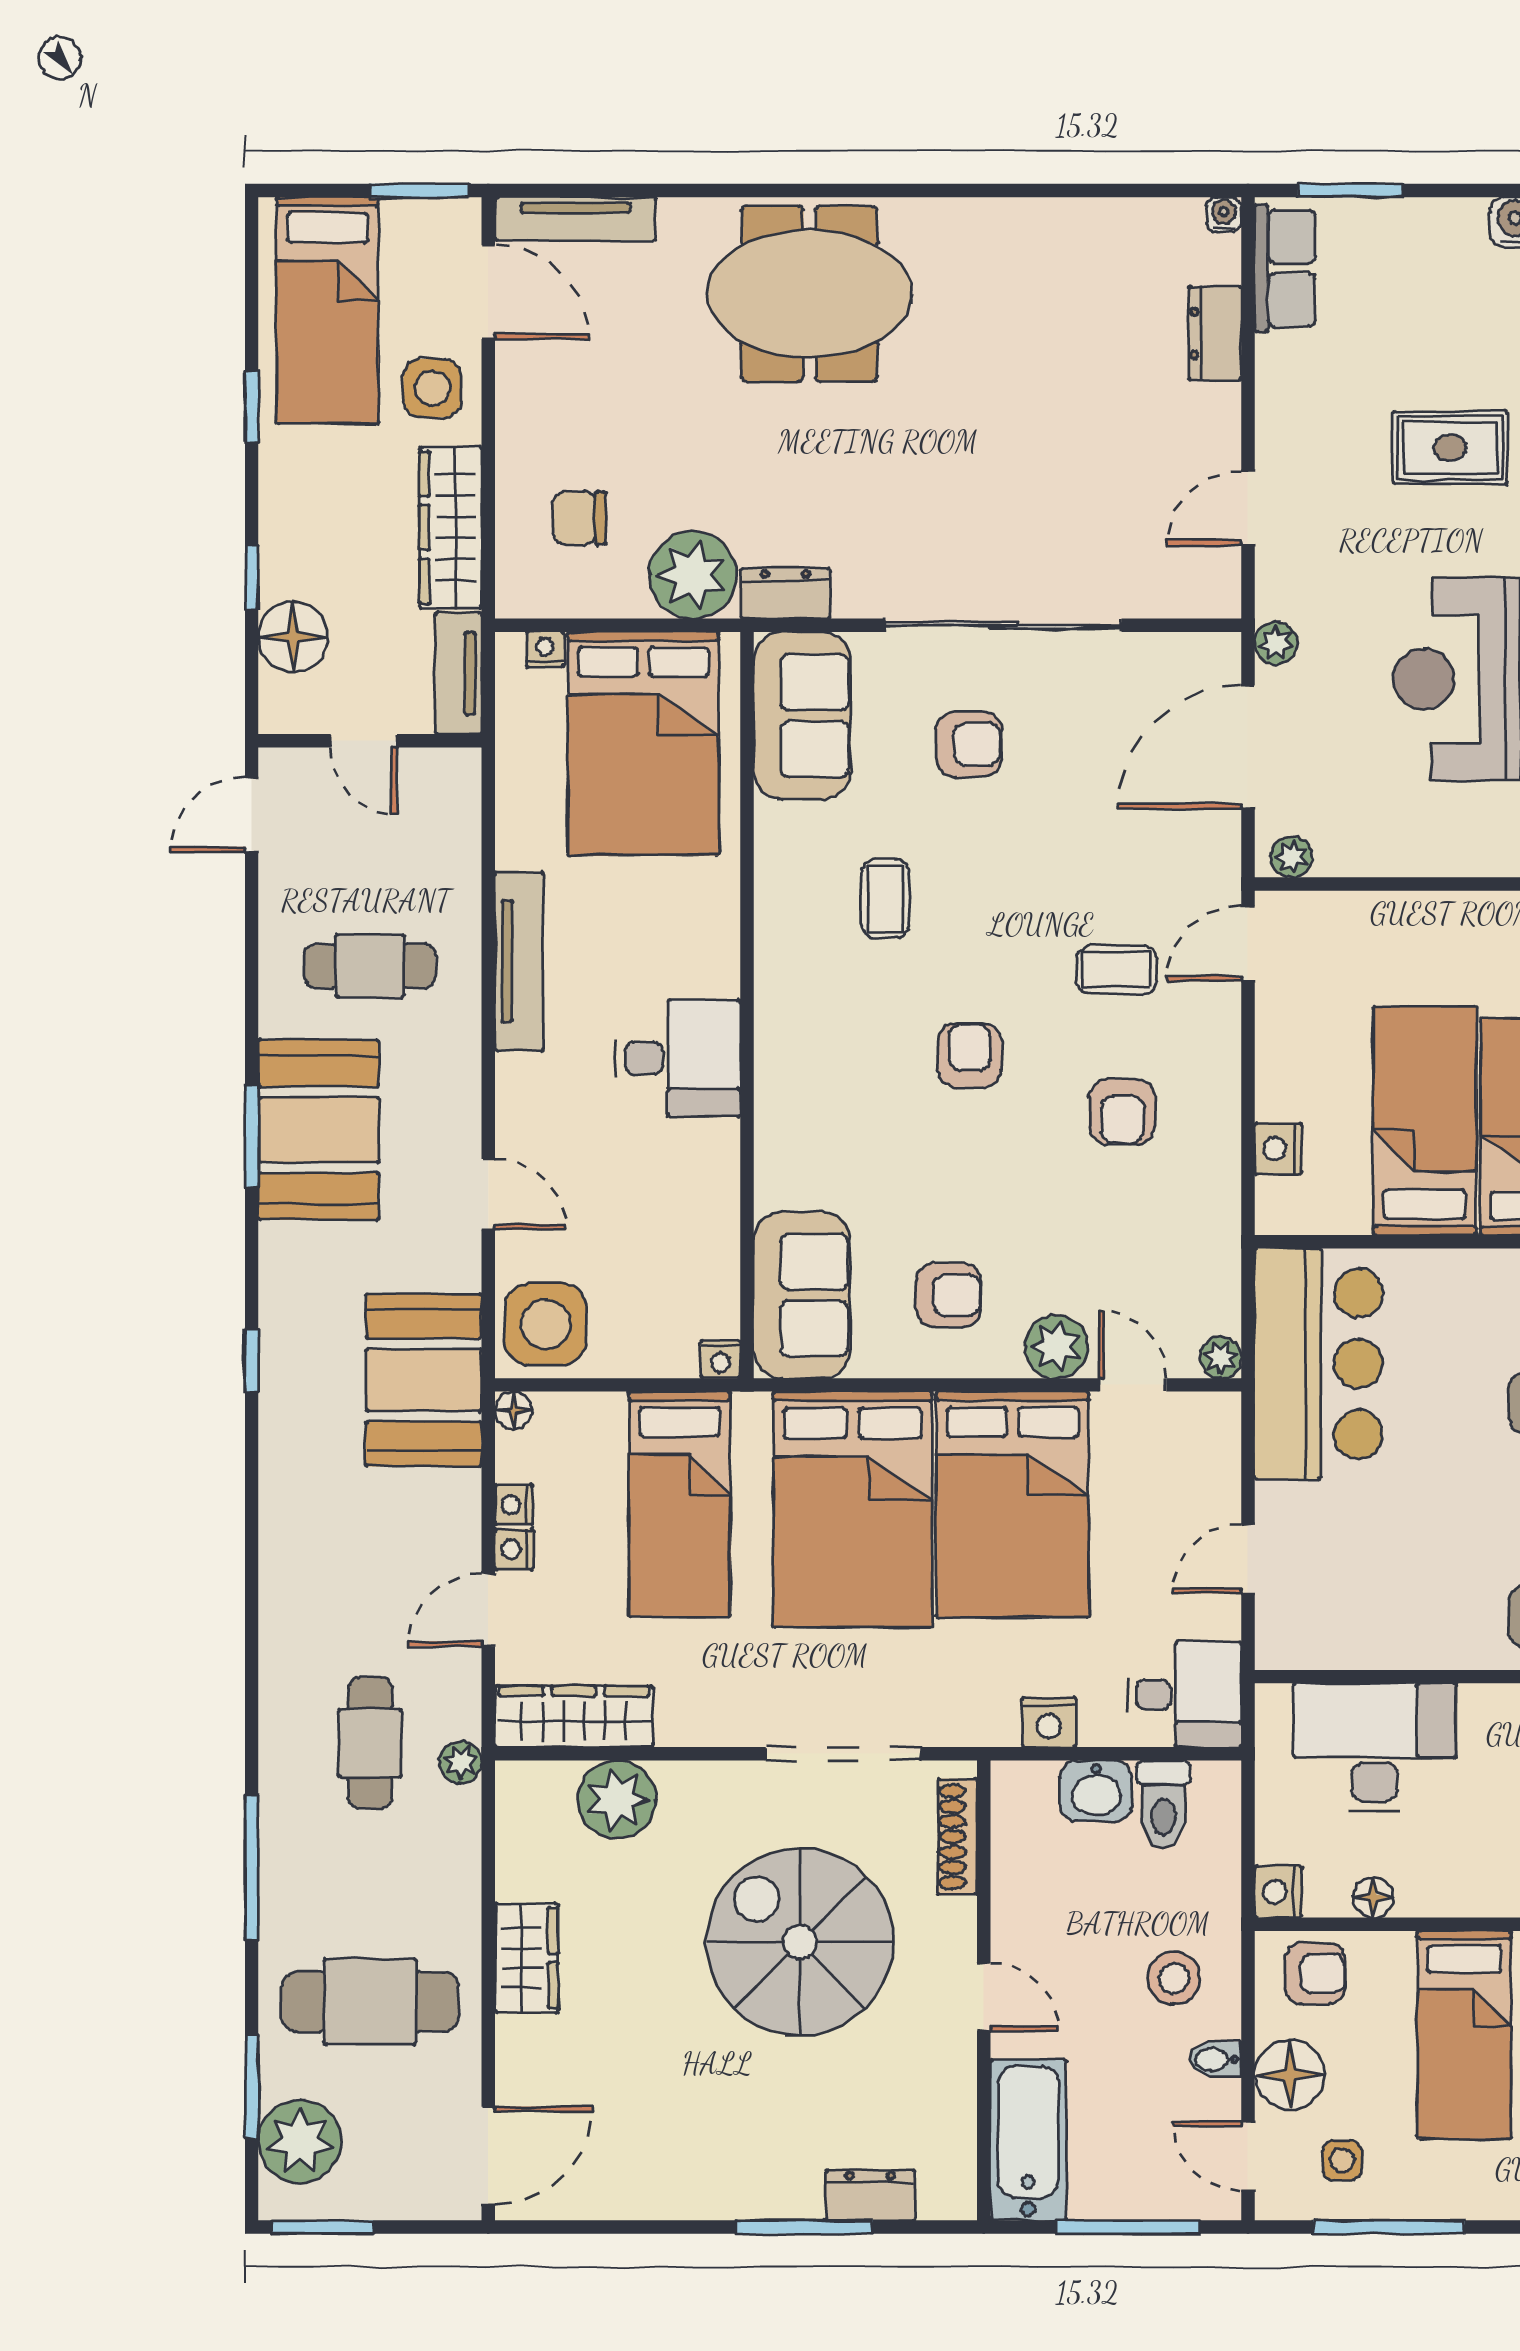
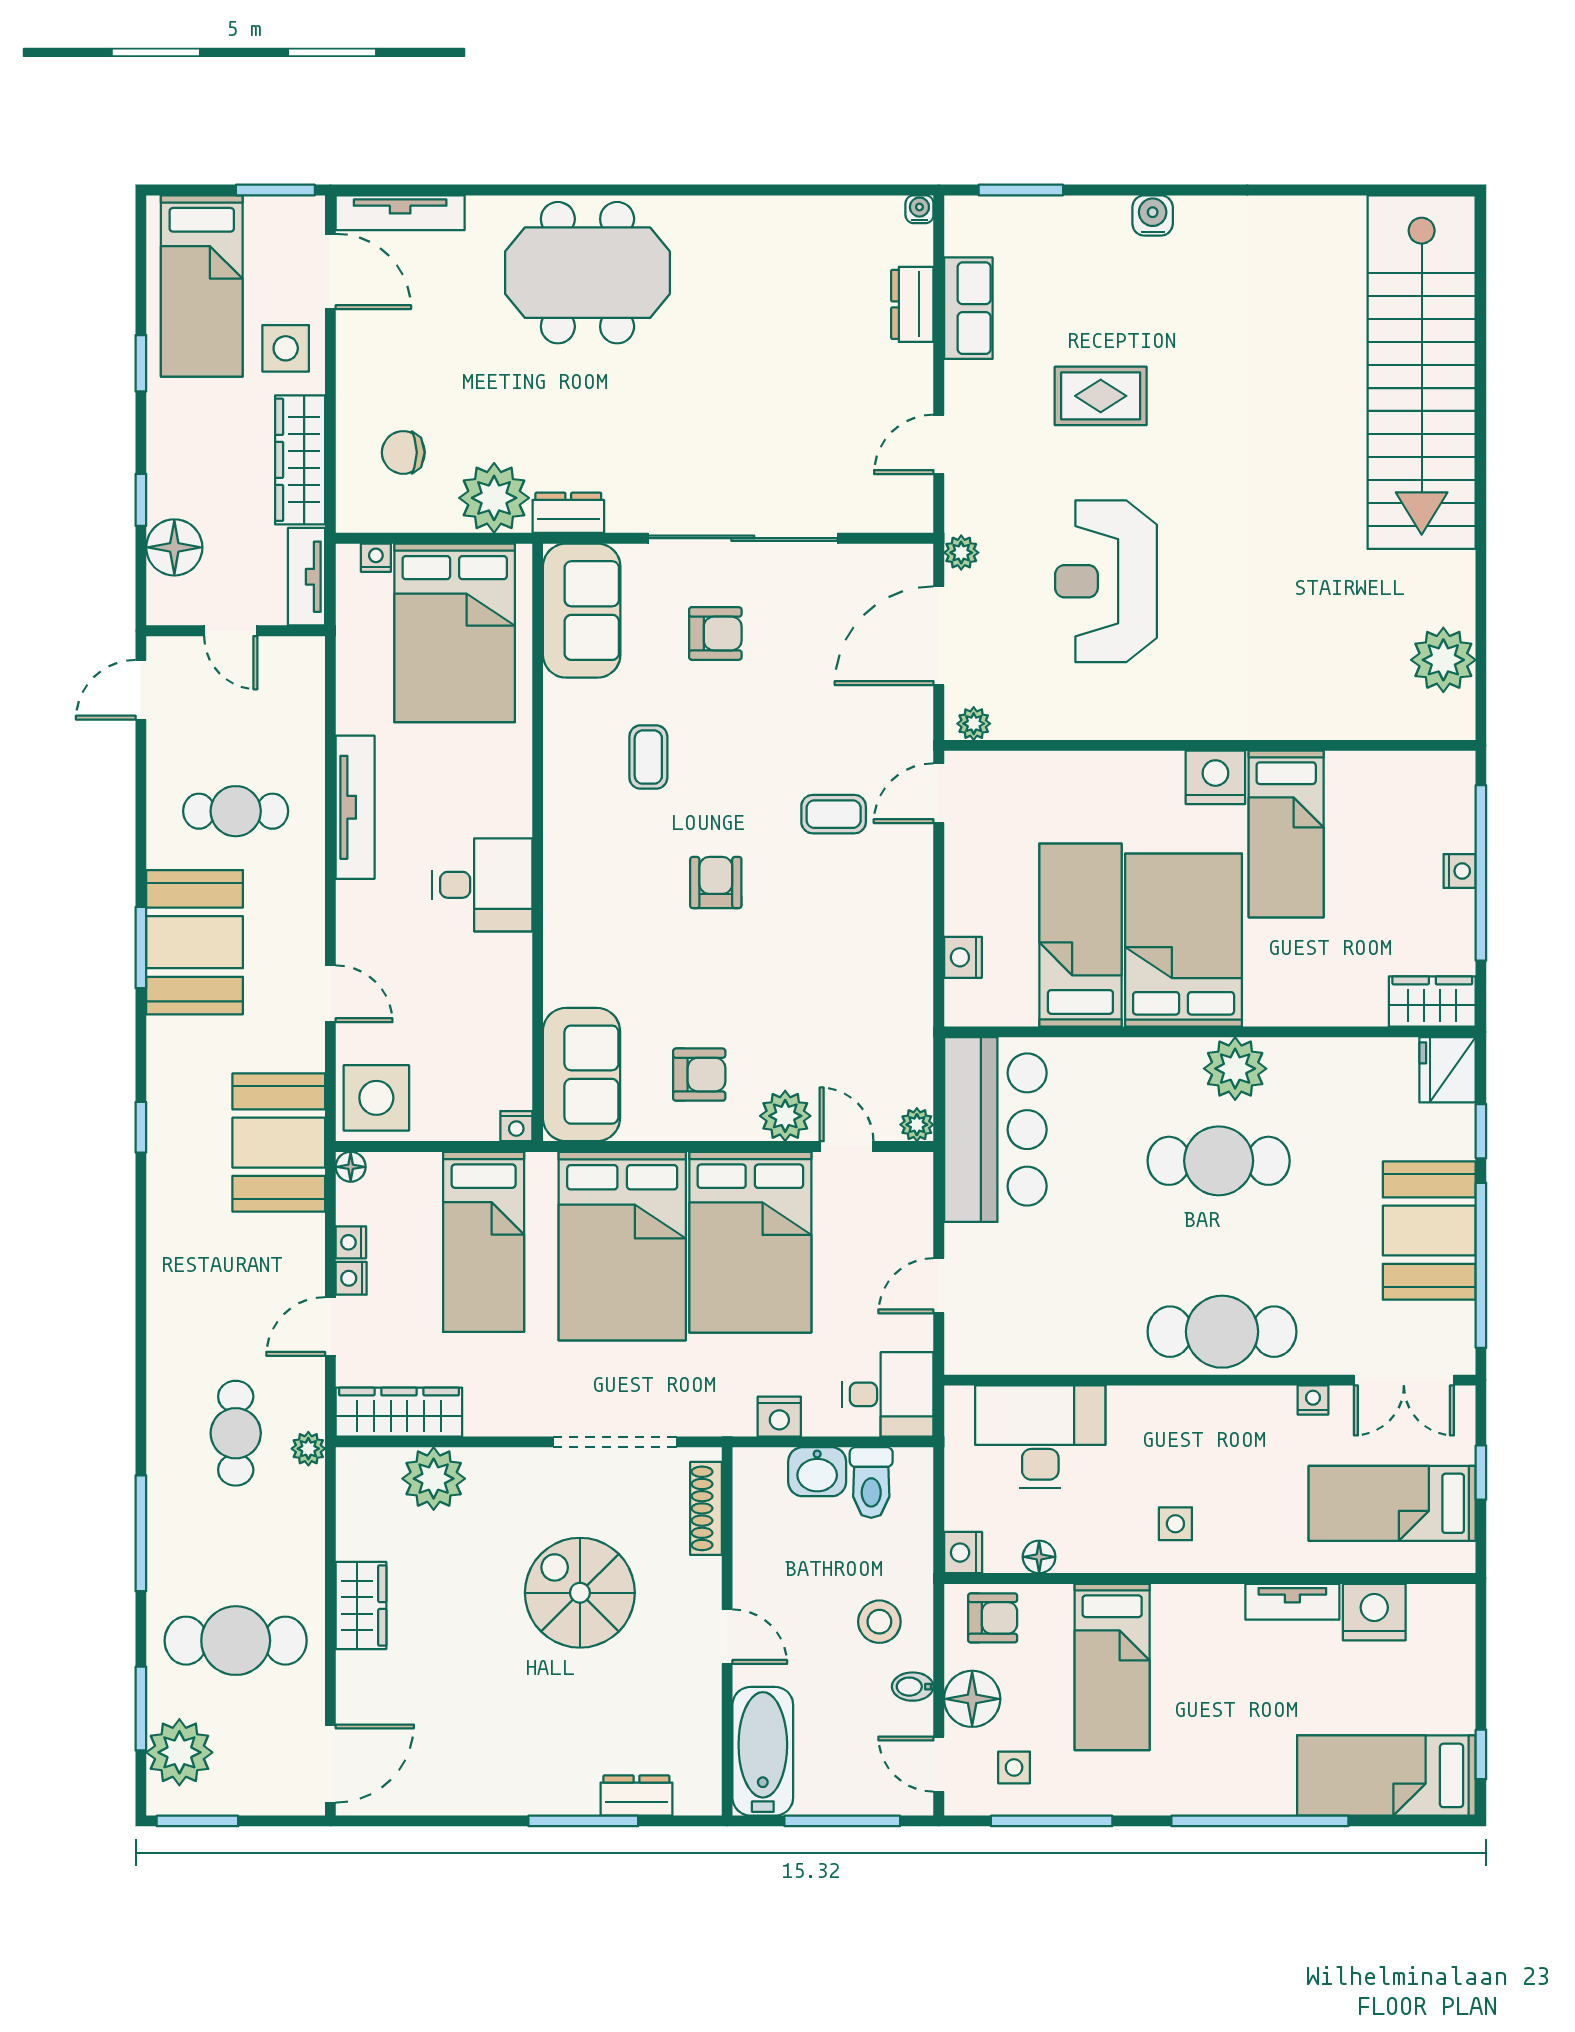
row of seats: (1285, 268) -> (968, 308), moved
armchair: (1122, 1111) -> (838, 928), removed
spiral stairs: (800, 1942) -> (580, 1593), width x0.73, depth x0.73

